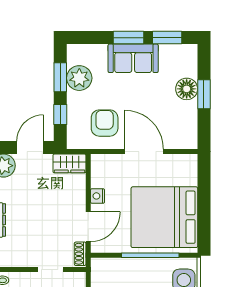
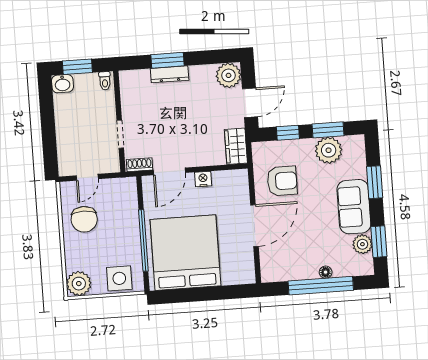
window: (129, 38) -> (375, 182), moved
plant: (168, 53) -> (362, 244), added
floor lamp: (187, 89) -> (326, 272), width x0.53, depth x0.53
window: (204, 94) -> (321, 286), width x2.11
door: (30, 148) -> (250, 103), hinge flipped
door: (88, 227) -> (169, 171), hinge flipped

